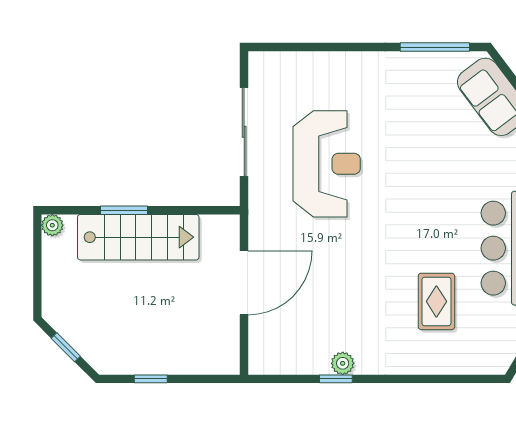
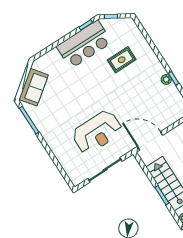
reception desk: (327, 164) -> (97, 132), turned 180
door: (244, 283) -> (150, 141), moved

